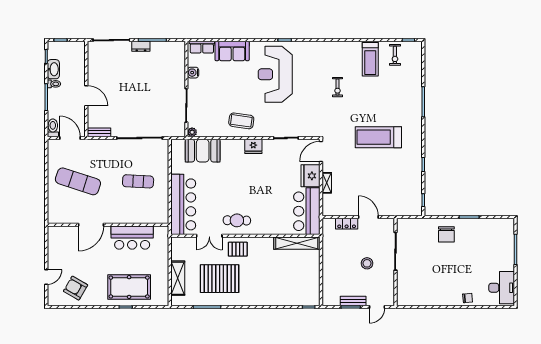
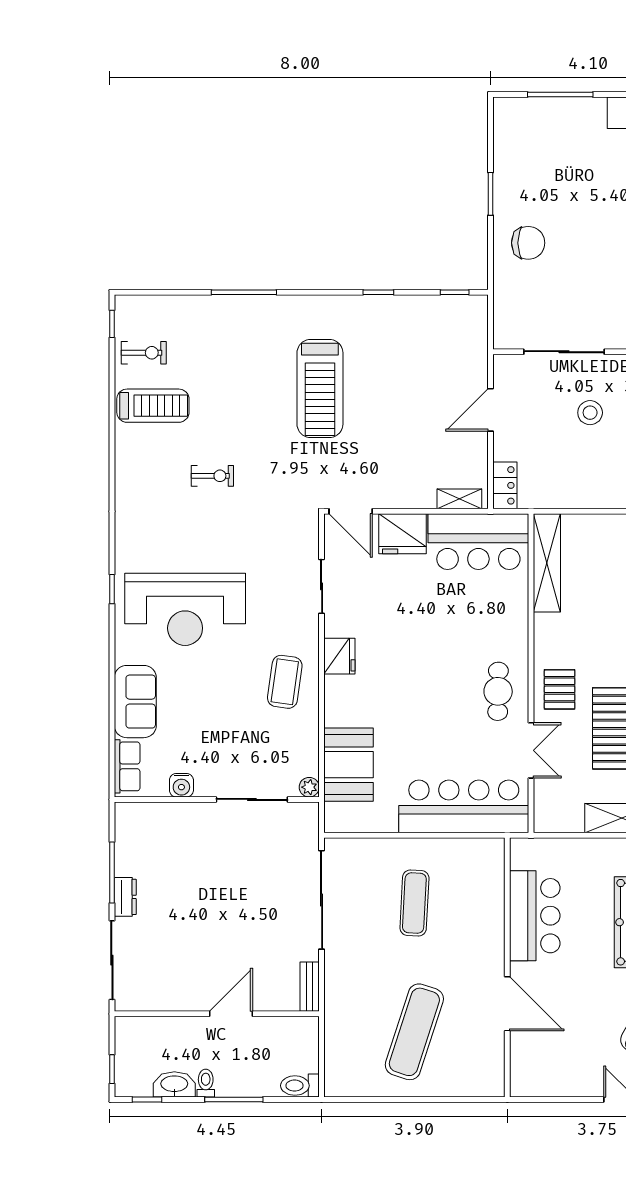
door: (70, 138) -> (322, 1049), removed
shelving: (327, 183) -> (459, 499), moved
locker: (347, 224) -> (505, 485), moved

